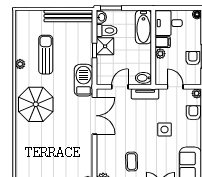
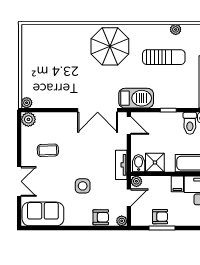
shower: (105, 46) -> (155, 162), moved
plant: (160, 54) -> (136, 181), moved
plant: (20, 64) -> (176, 29), moved
door: (120, 87) -> (129, 125), moved

